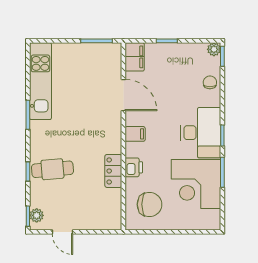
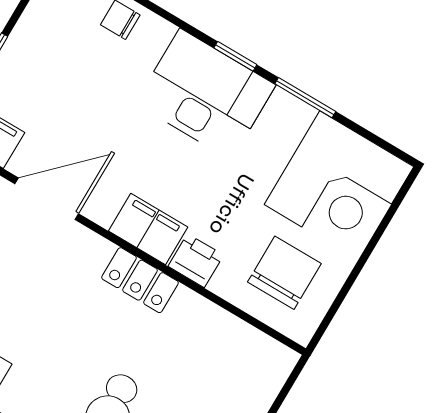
filing cabinet: (135, 134) -> (148, 229), width x2.00
locker: (113, 171) -> (140, 280), moved
corner desk: (196, 184) -> (339, 186), moved

